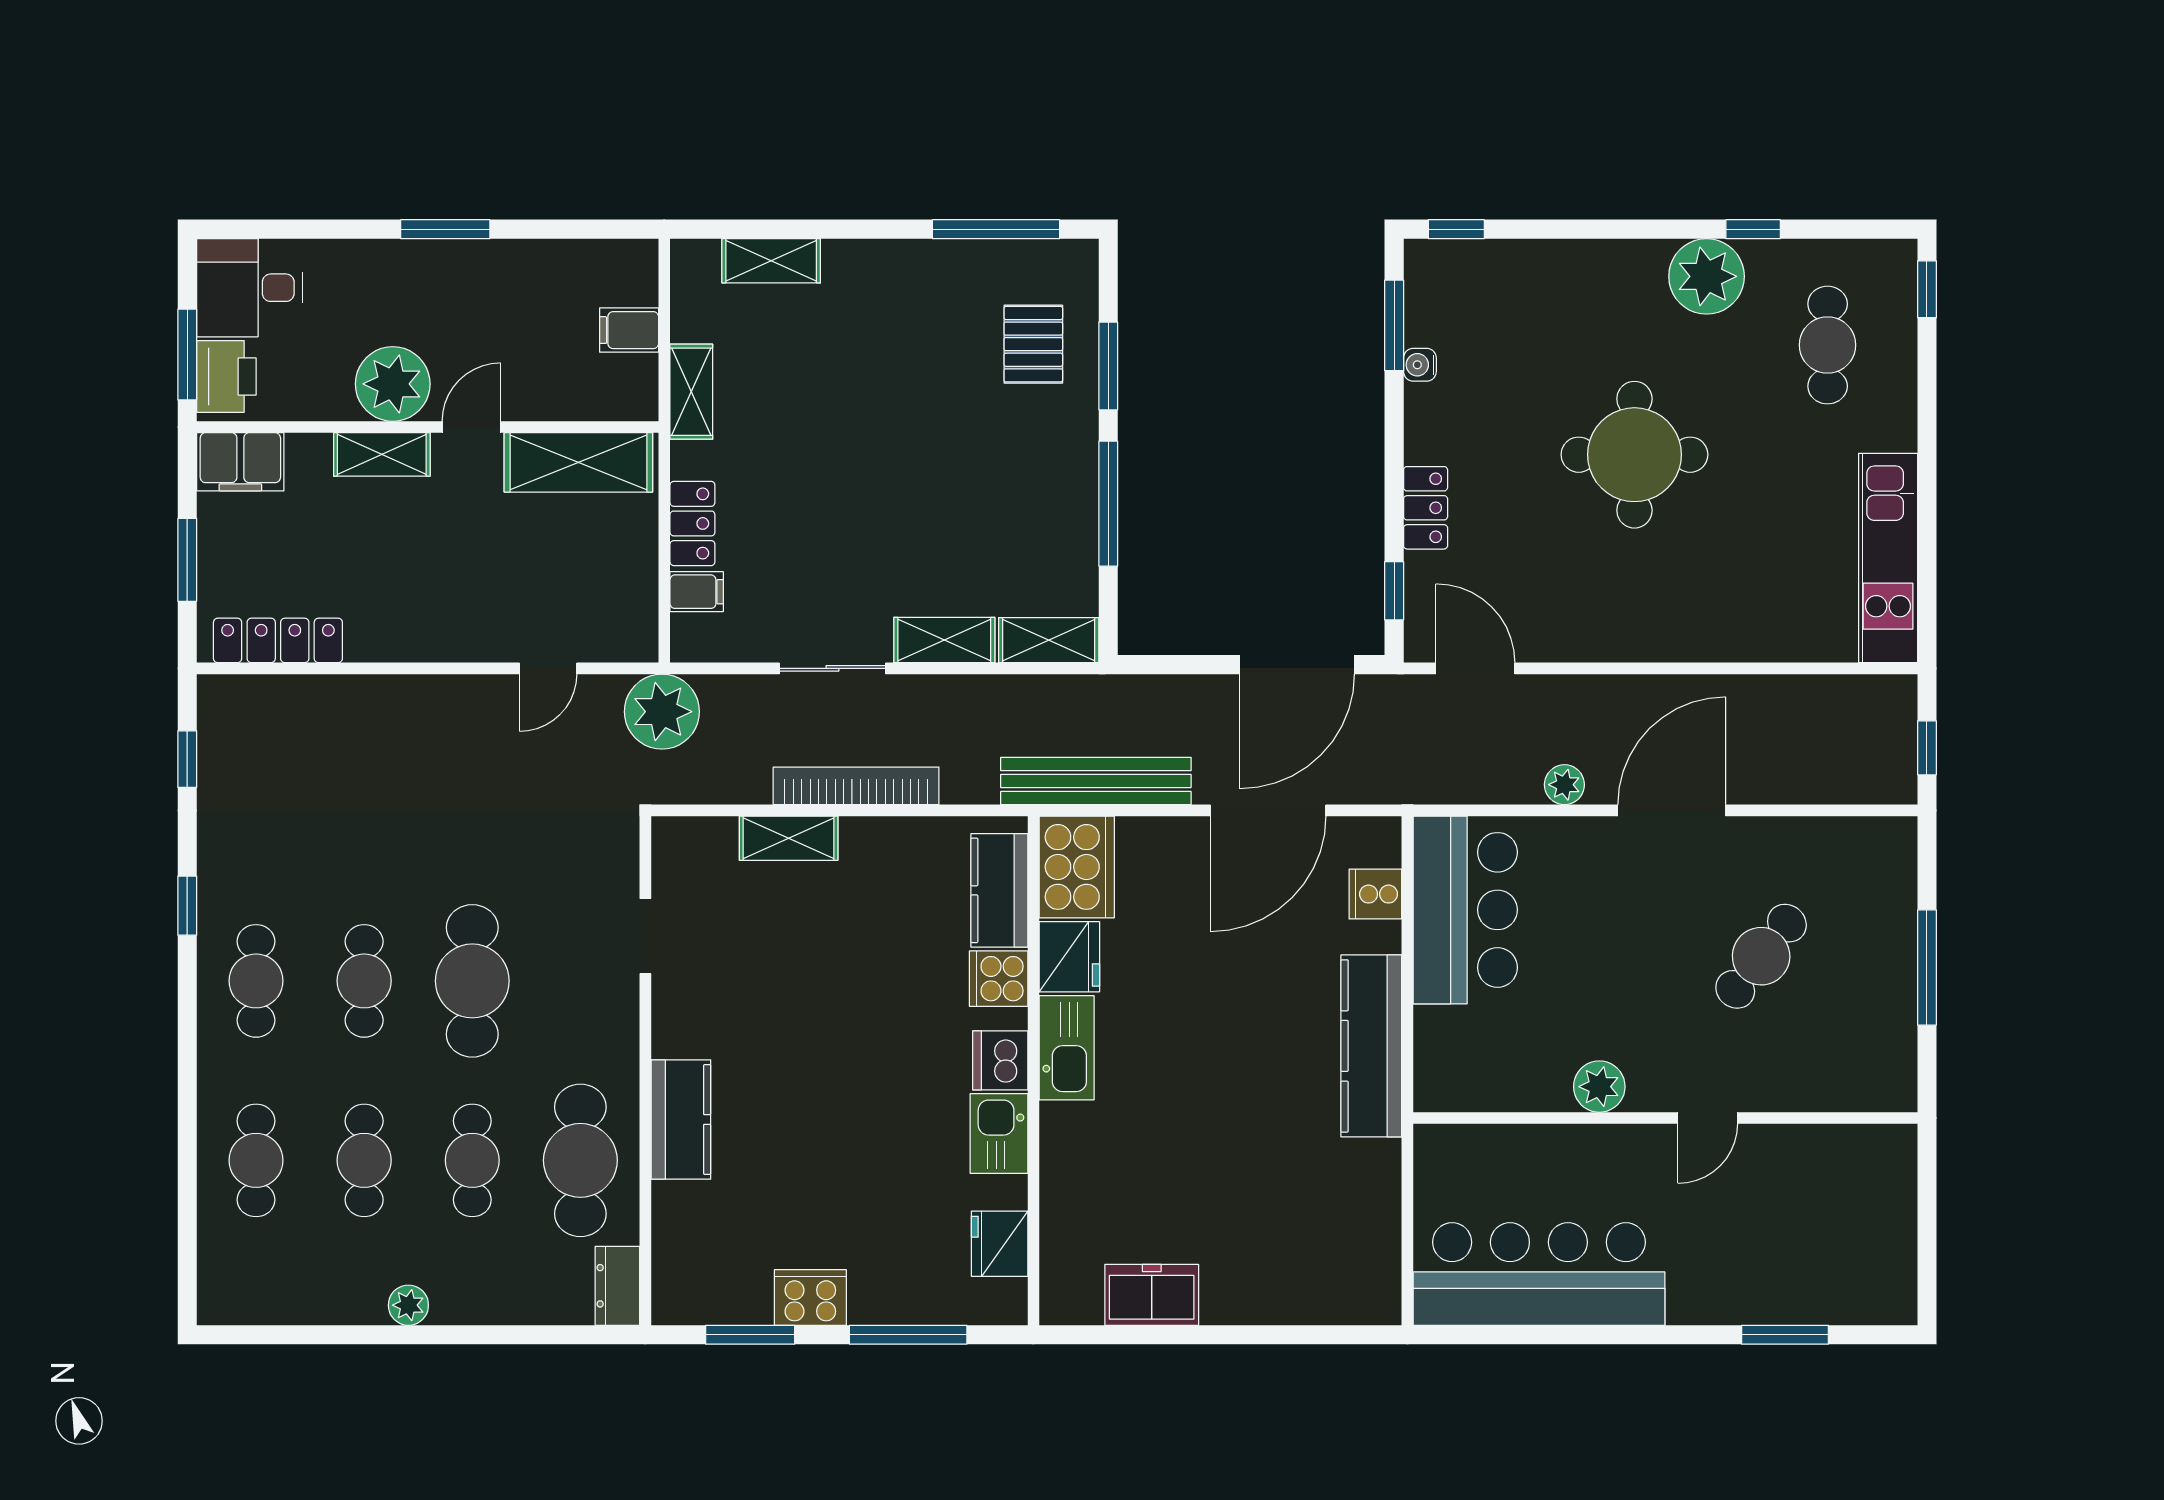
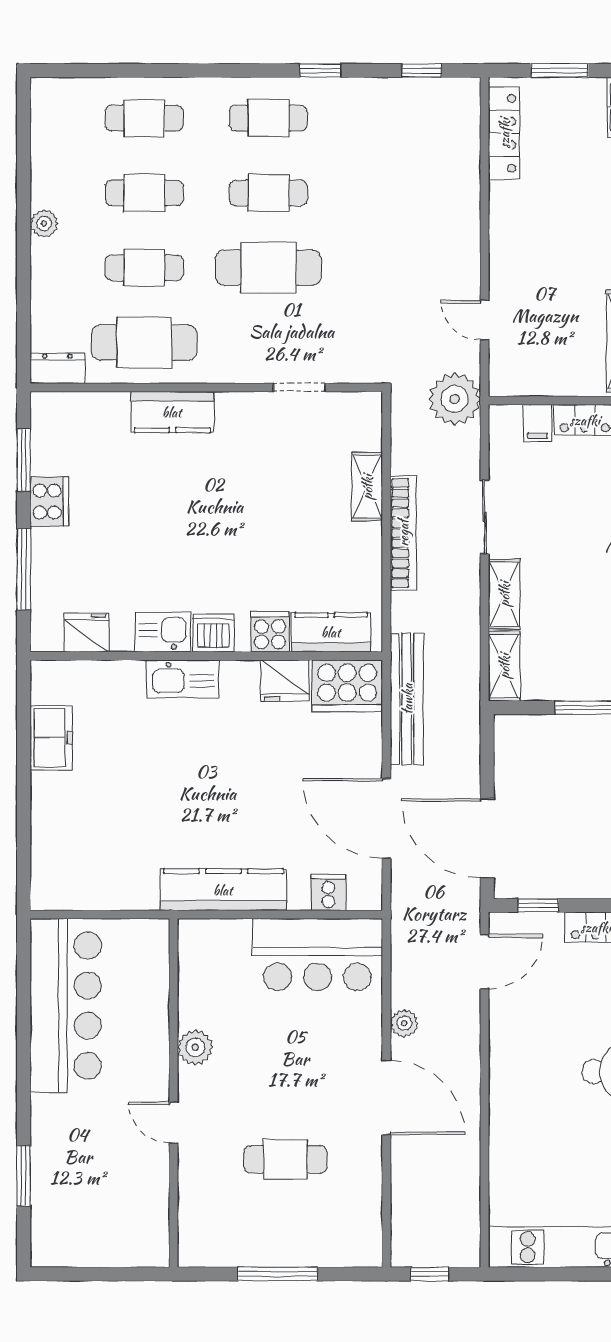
cafe table: (1761, 956) -> (285, 1159), turned -38
kitchen sink: (1067, 1048) -> (183, 679), moved

